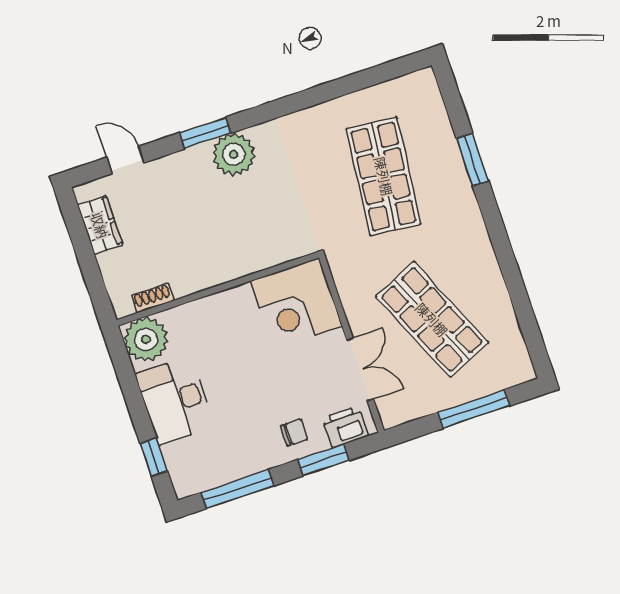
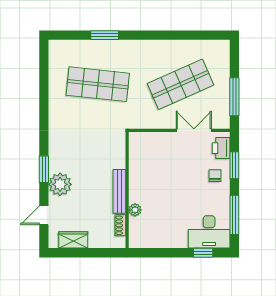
plant: (234, 154) -> (60, 184), moved
bench: (211, 276) -> (119, 191), added
corner desk: (296, 304) -> (149, 152), removed
plant: (146, 339) -> (135, 210), moved, width x0.53, depth x0.53
desk: (175, 401) -> (209, 232), moved
window: (474, 409) -> (234, 97), moved

